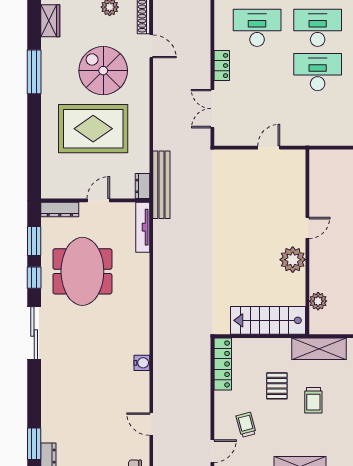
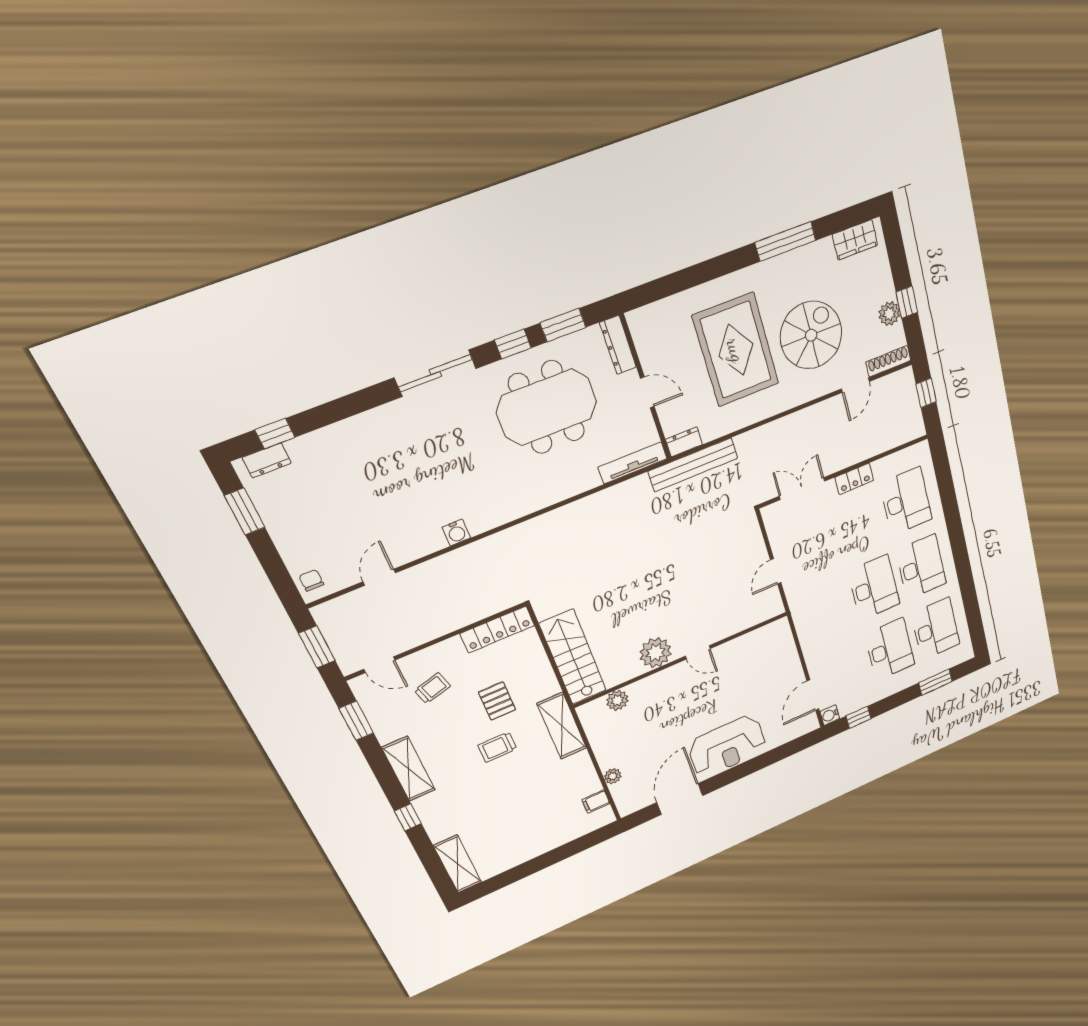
door: (269, 148) -> (776, 571), swing flipped
pallet: (277, 386) -> (497, 701), turned 90
window: (34, 444) -> (275, 434), width x0.67

